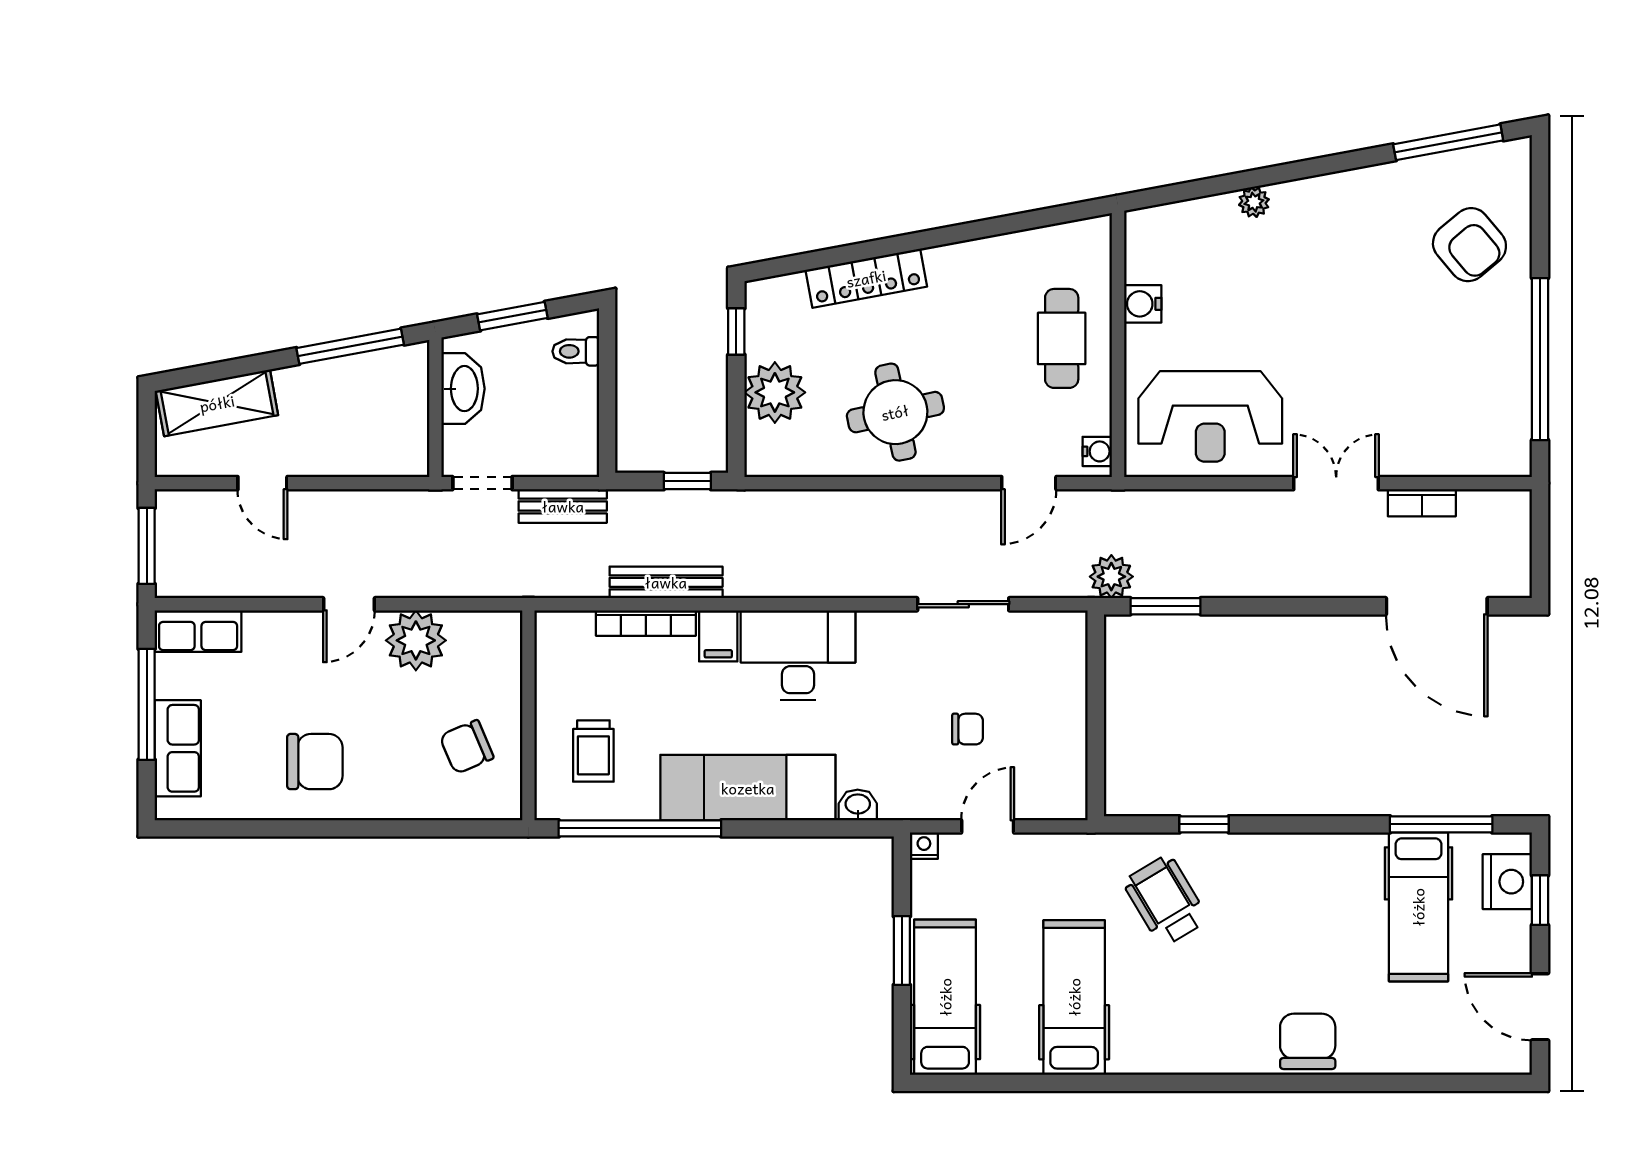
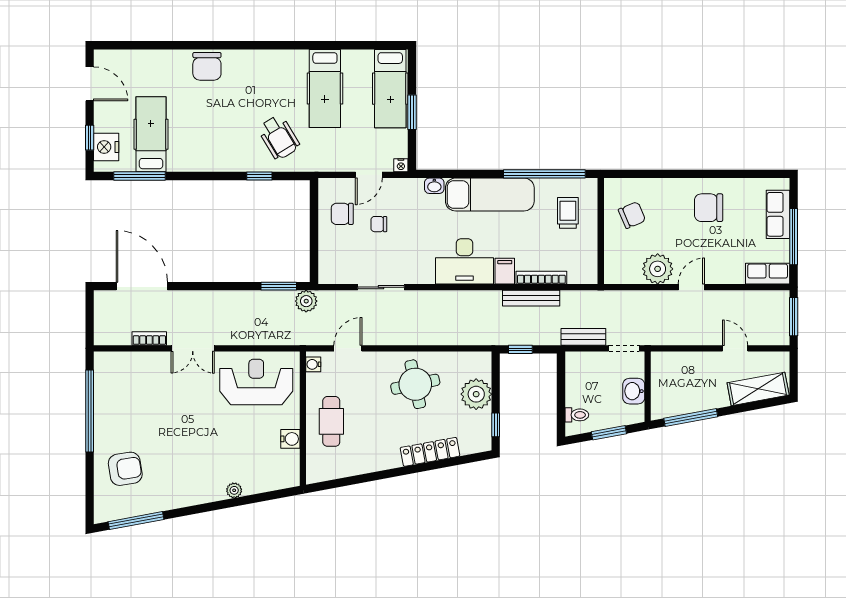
armchair: (1469, 245) -> (125, 469), turned 121
washbasin: (463, 389) -> (634, 391), width x0.72
chair: (1040, 749) -> (342, 214), added

